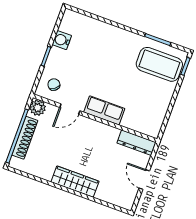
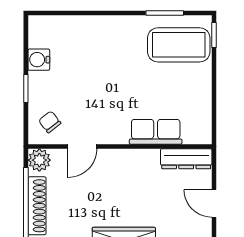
row of seats: (104, 110) -> (156, 132), moved

